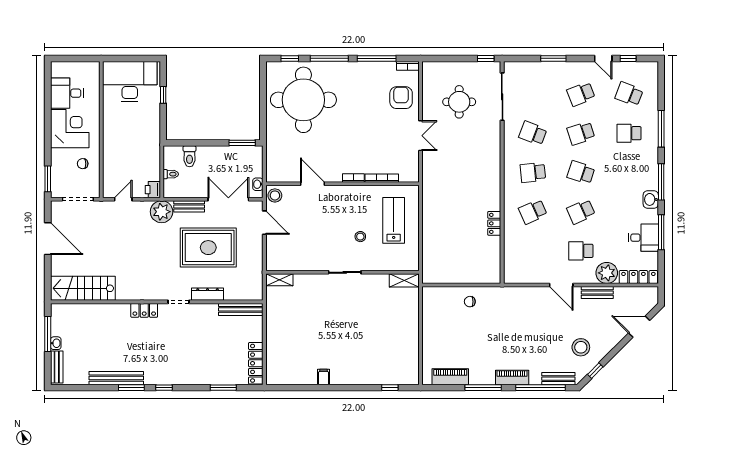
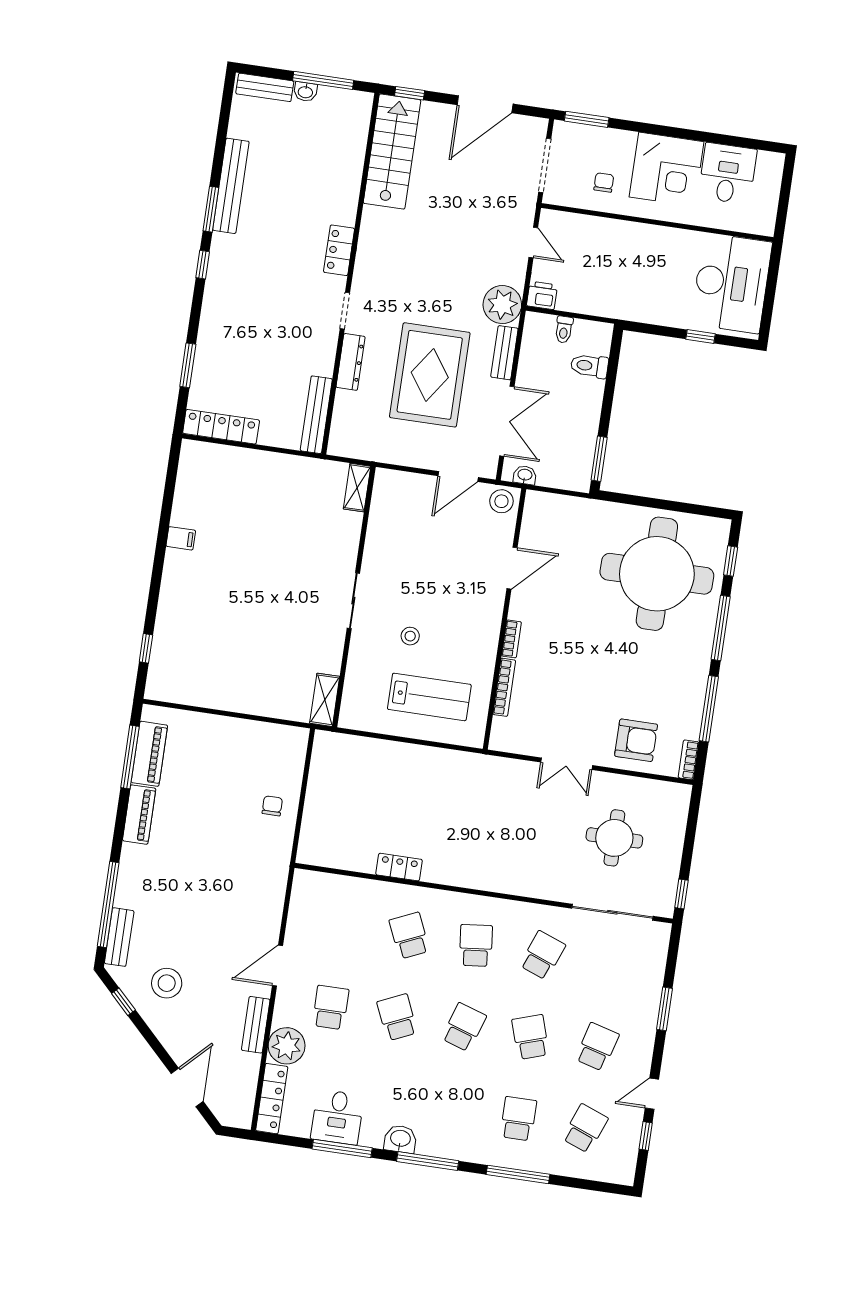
school desk: (581, 94) -> (597, 1047), turned 36
window: (48, 283) -> (410, 93), added
piano: (512, 377) -> (139, 815), moved
window: (483, 388) -> (130, 757), moved

